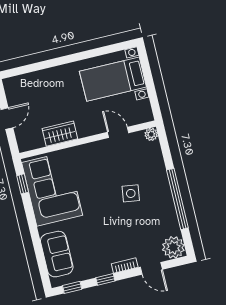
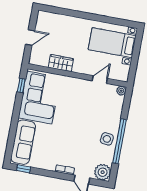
door: (118, 132) -> (100, 80), hinge flipped
side table: (131, 193) -> (107, 139), moved
sofa: (57, 254) -> (23, 142), width x1.36
window: (105, 279) -> (48, 173), removed

